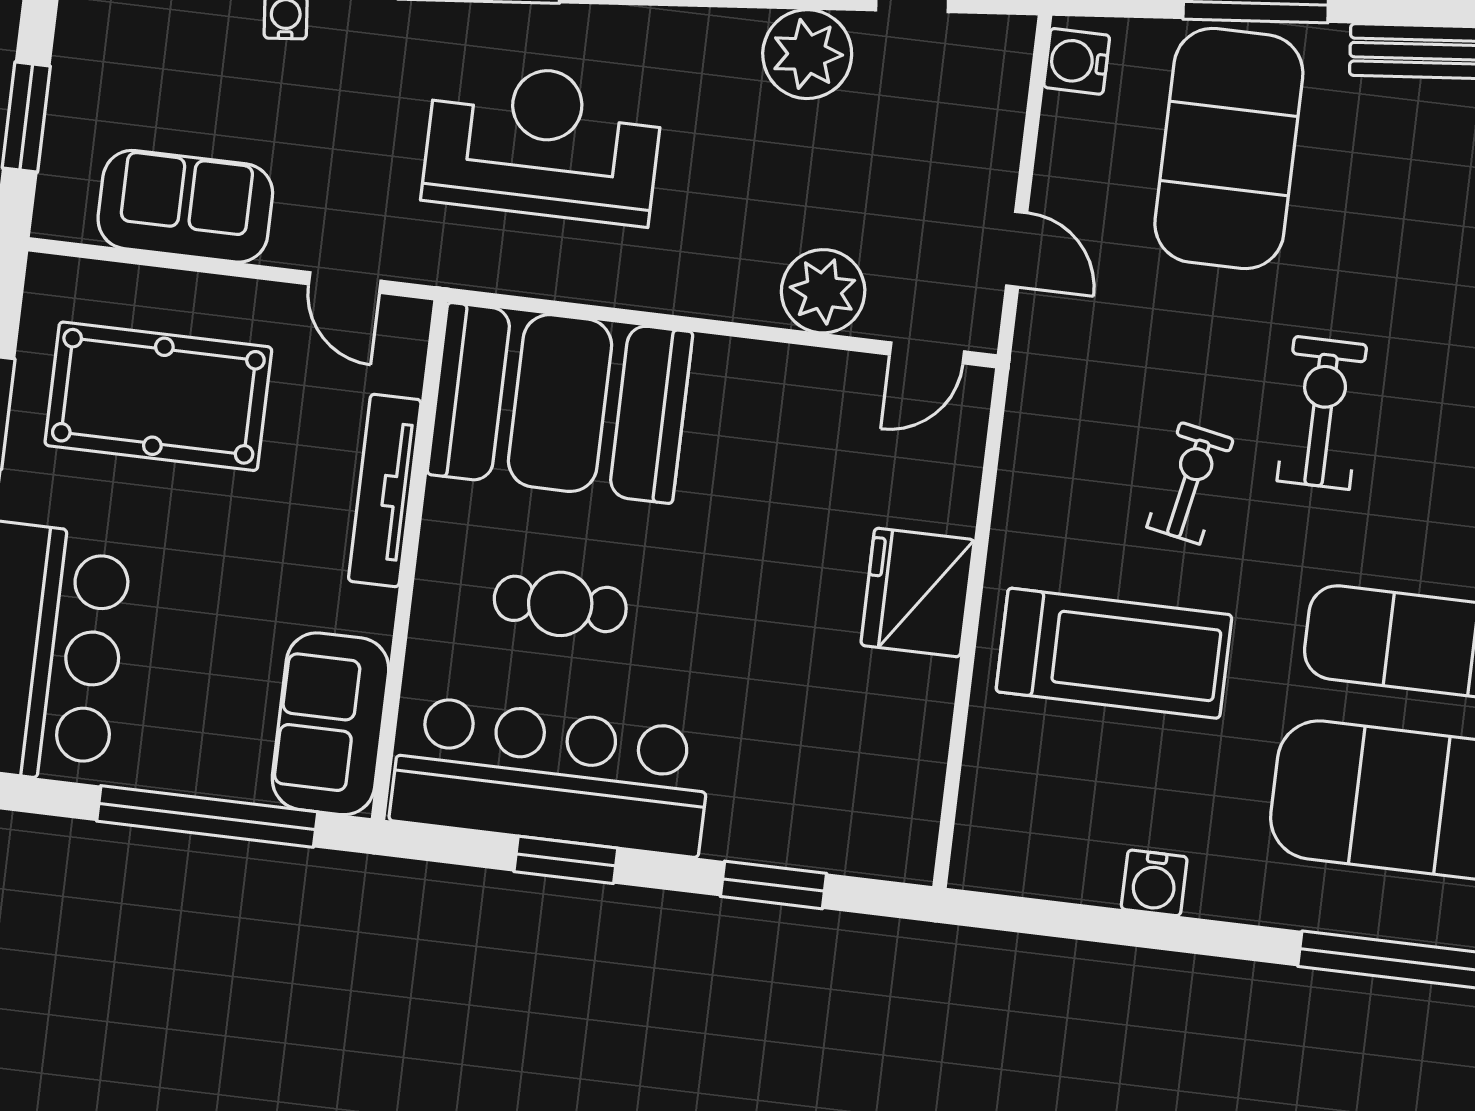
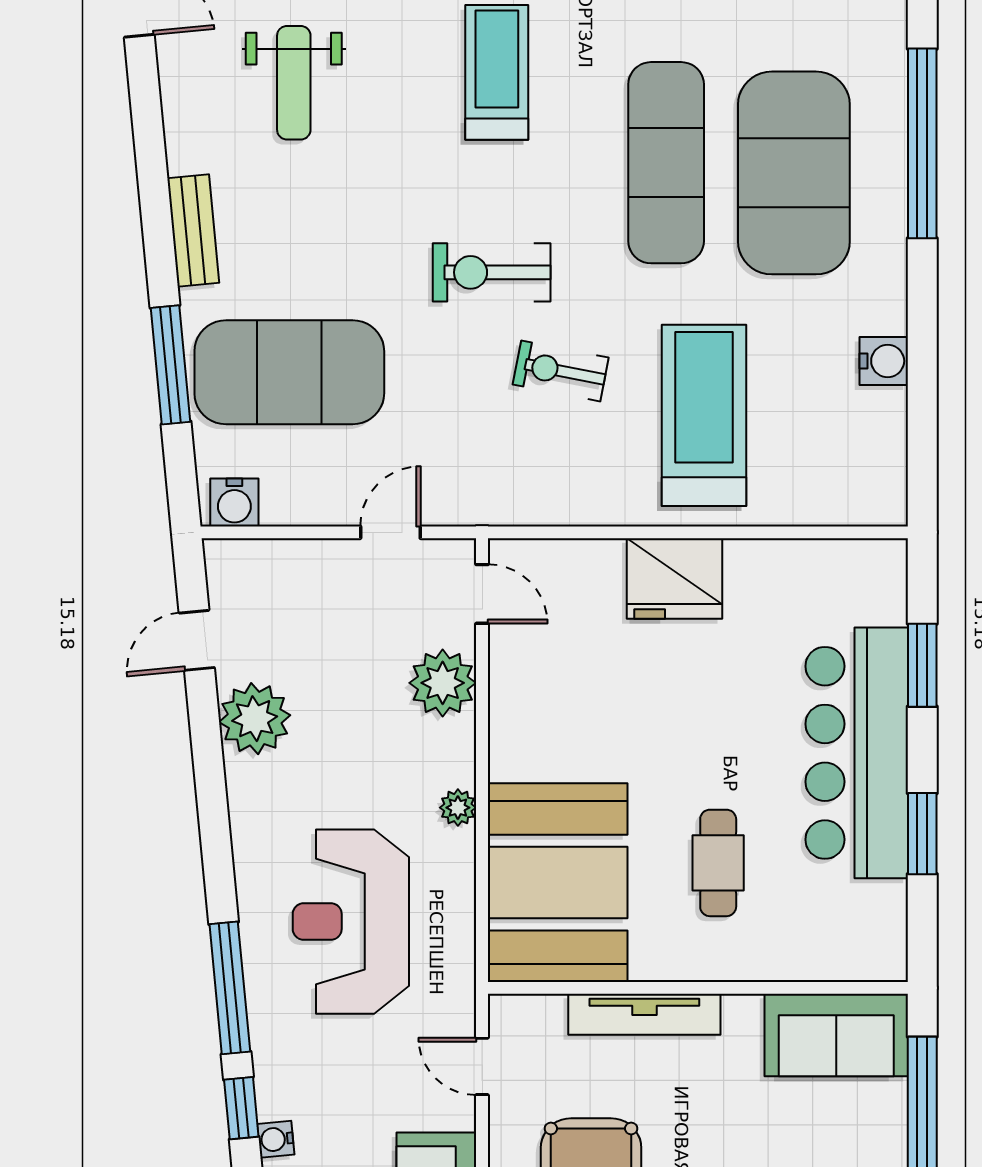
door: (345, 282) -> (482, 1066), swing flipped
plant: (667, 291) -> (458, 808), added
bar counter: (551, 776) -> (857, 753), moved

